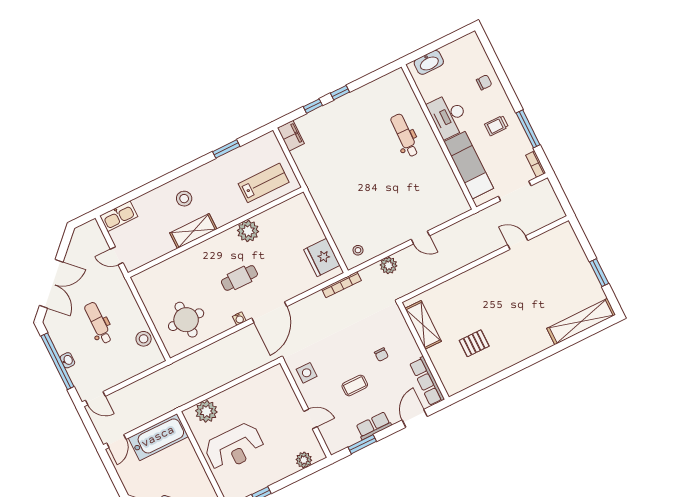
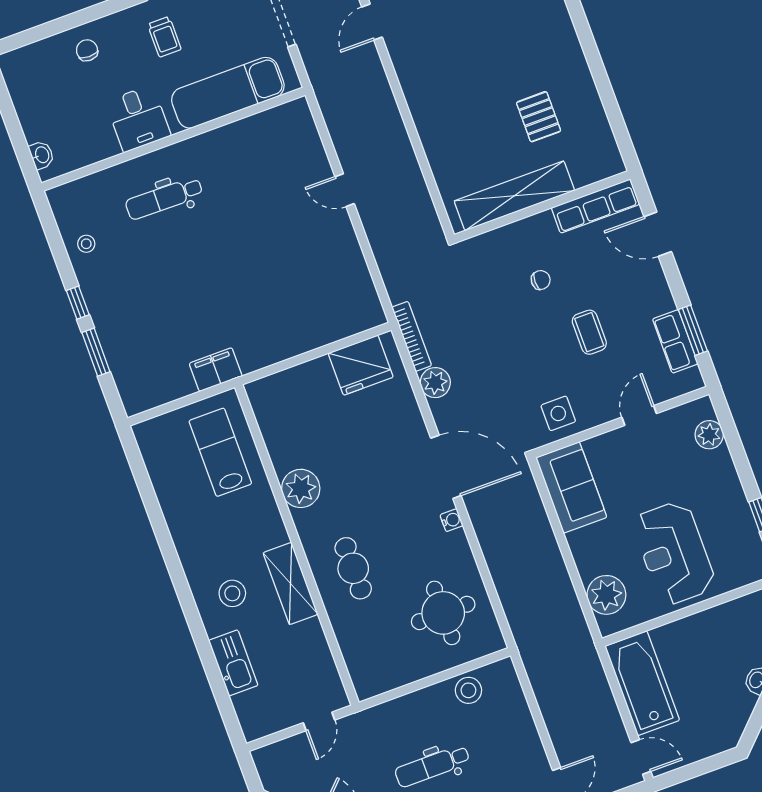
washbasin: (429, 62) -> (42, 155), width x0.52, depth x0.69
window: (313, 106) -> (96, 352), width x1.50
desk: (448, 116) -> (138, 118), width x0.73
filing cabinet: (291, 136) -> (216, 370), moved
window: (226, 149) -> (154, 511), removed
kitchen sink: (119, 216) -> (233, 663), moved
door: (420, 238) -> (345, 190), swing flipped
stool: (358, 250) -> (86, 244), moved
plant: (389, 265) -> (435, 383), moved
cafe table: (239, 278) -> (353, 568), moved
shelving: (423, 325) -> (514, 196), width x1.47
sofa: (265, 385) -> (571, 487), added
row of seats: (374, 426) -> (675, 341), moved
reception desk: (234, 447) -> (674, 553), turned 180

